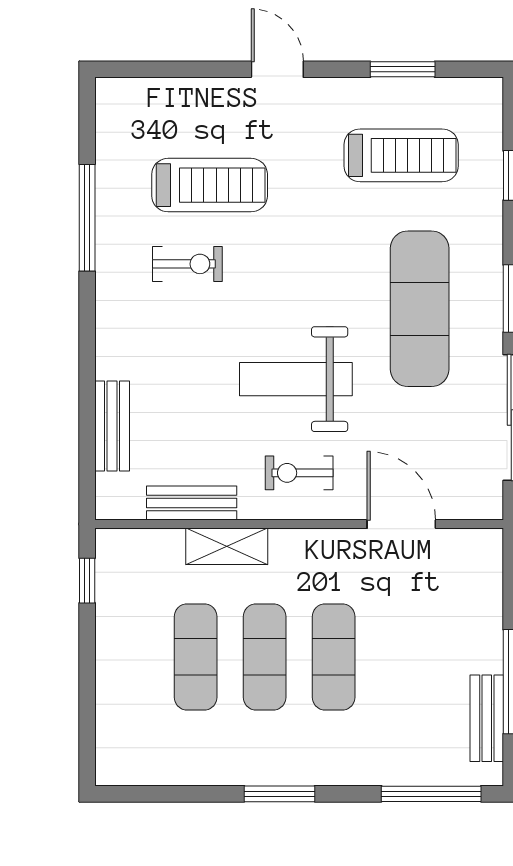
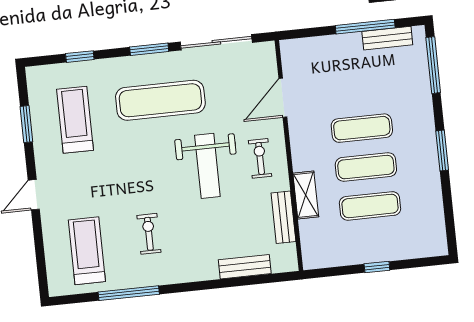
treadmill: (210, 185) -> (87, 251), moved
exercise bike: (299, 473) -> (260, 158), turned 180
window: (87, 581) -> (377, 267), moved

